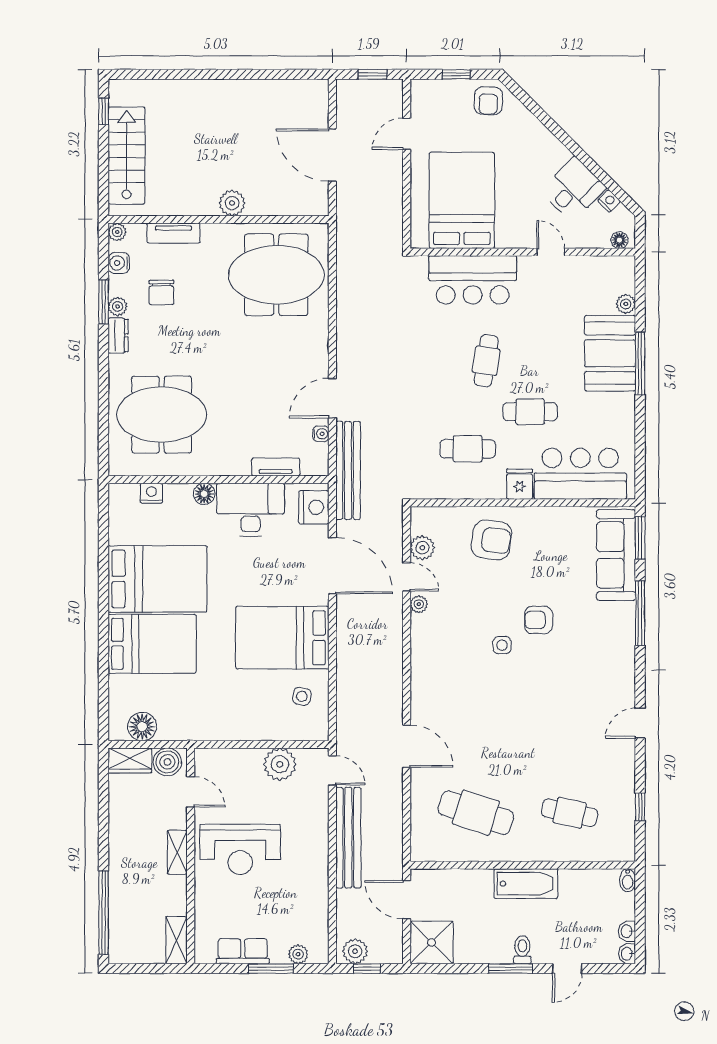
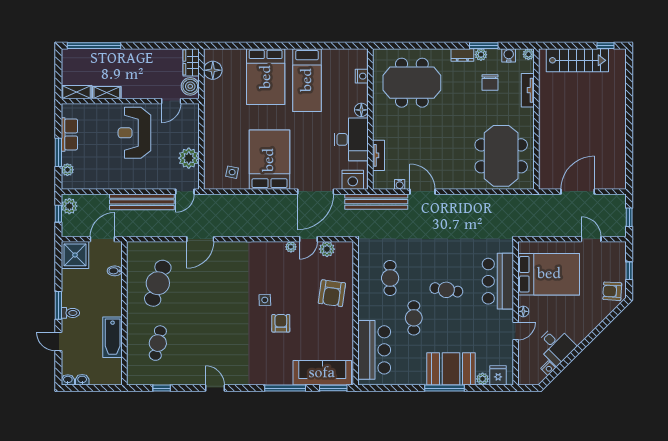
plant: (232, 203) -> (547, 128), removed
floor lamp: (619, 240) -> (523, 311), moved
chair: (161, 292) -> (490, 83), turned -90
meeting table: (162, 415) -> (412, 83), turned 90
fridge: (520, 484) -> (498, 375), moved, turned -90
bed: (158, 579) -> (307, 80), width x0.67
shelving: (177, 852) -> (107, 93), moved
bidet: (628, 880) -> (115, 271), moved
bathtub: (526, 884) -> (113, 337), moved

